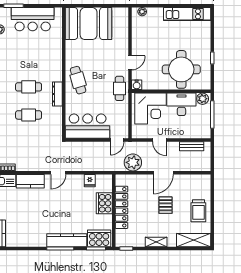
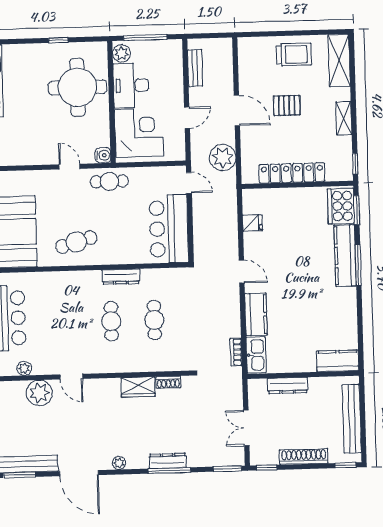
cafe table: (78, 80) -> (76, 242), moved
cooker: (104, 203) -> (286, 200), removed

